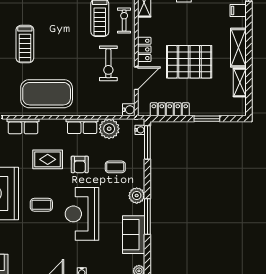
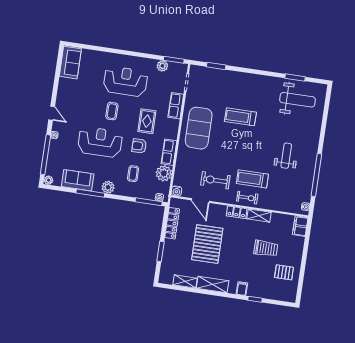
locker: (144, 49) -> (237, 212), moved

